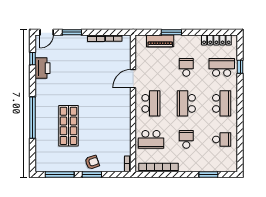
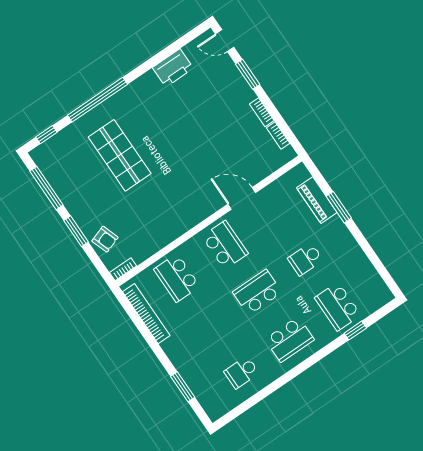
locker: (216, 40) -> (370, 274), removed
window: (32, 59) -> (46, 135), moved
school desk: (186, 67) -> (305, 259), turned 180
school desk: (222, 67) -> (338, 306), turned 180
school desk: (151, 103) -> (225, 245), turned -90
shop shelf: (68, 126) -> (120, 155), turned 90
school desk: (186, 139) -> (209, 325), removed
school desk: (222, 139) -> (242, 372), turned 90
armchair: (92, 162) -> (105, 239), moved

